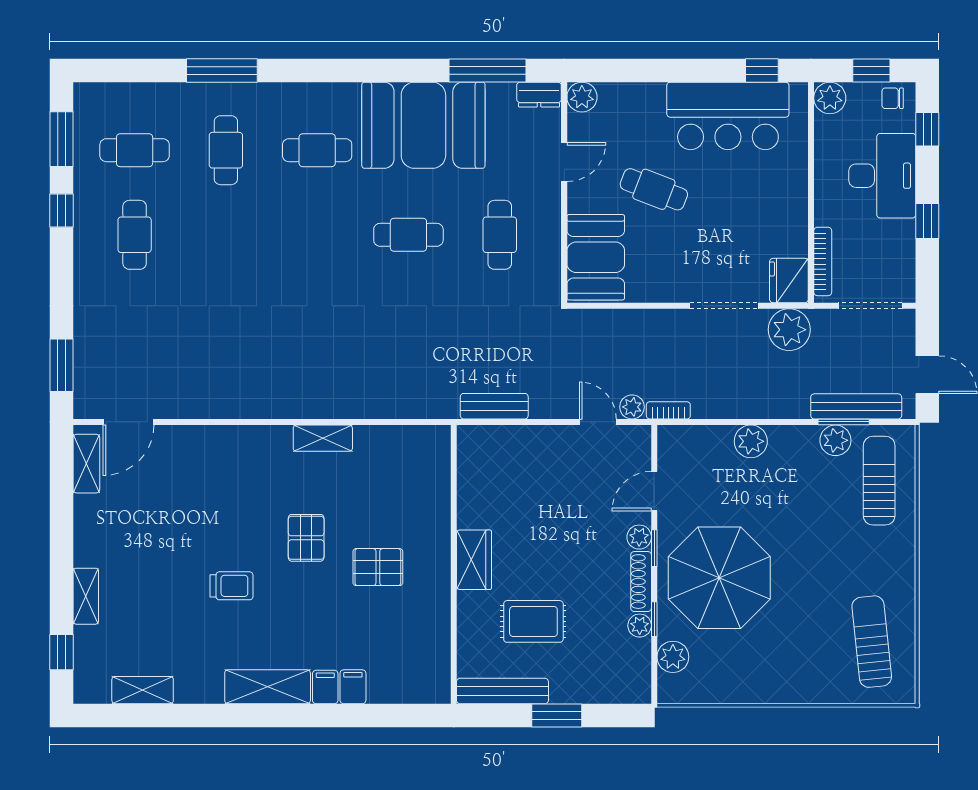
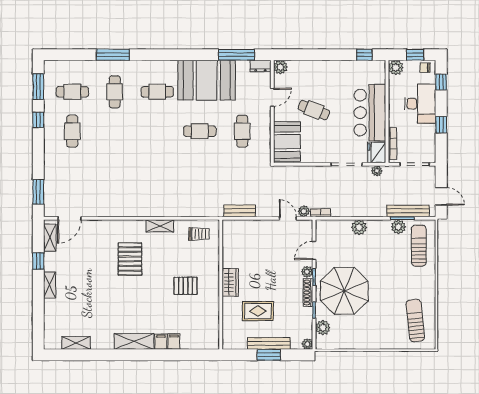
bar counter: (728, 116) -> (370, 113), moved, turned 90
plant: (789, 330) -> (377, 171), width x0.53, depth x0.53
pallet: (306, 538) -> (130, 259), moved, width x1.50, depth x1.42
trolley: (231, 586) -> (199, 234), moved
shelving: (86, 596) -> (50, 285), moved
plant: (640, 626) -> (307, 344), moved
window: (61, 652) -> (38, 261), moved
bench: (502, 691) -> (269, 343), moved

